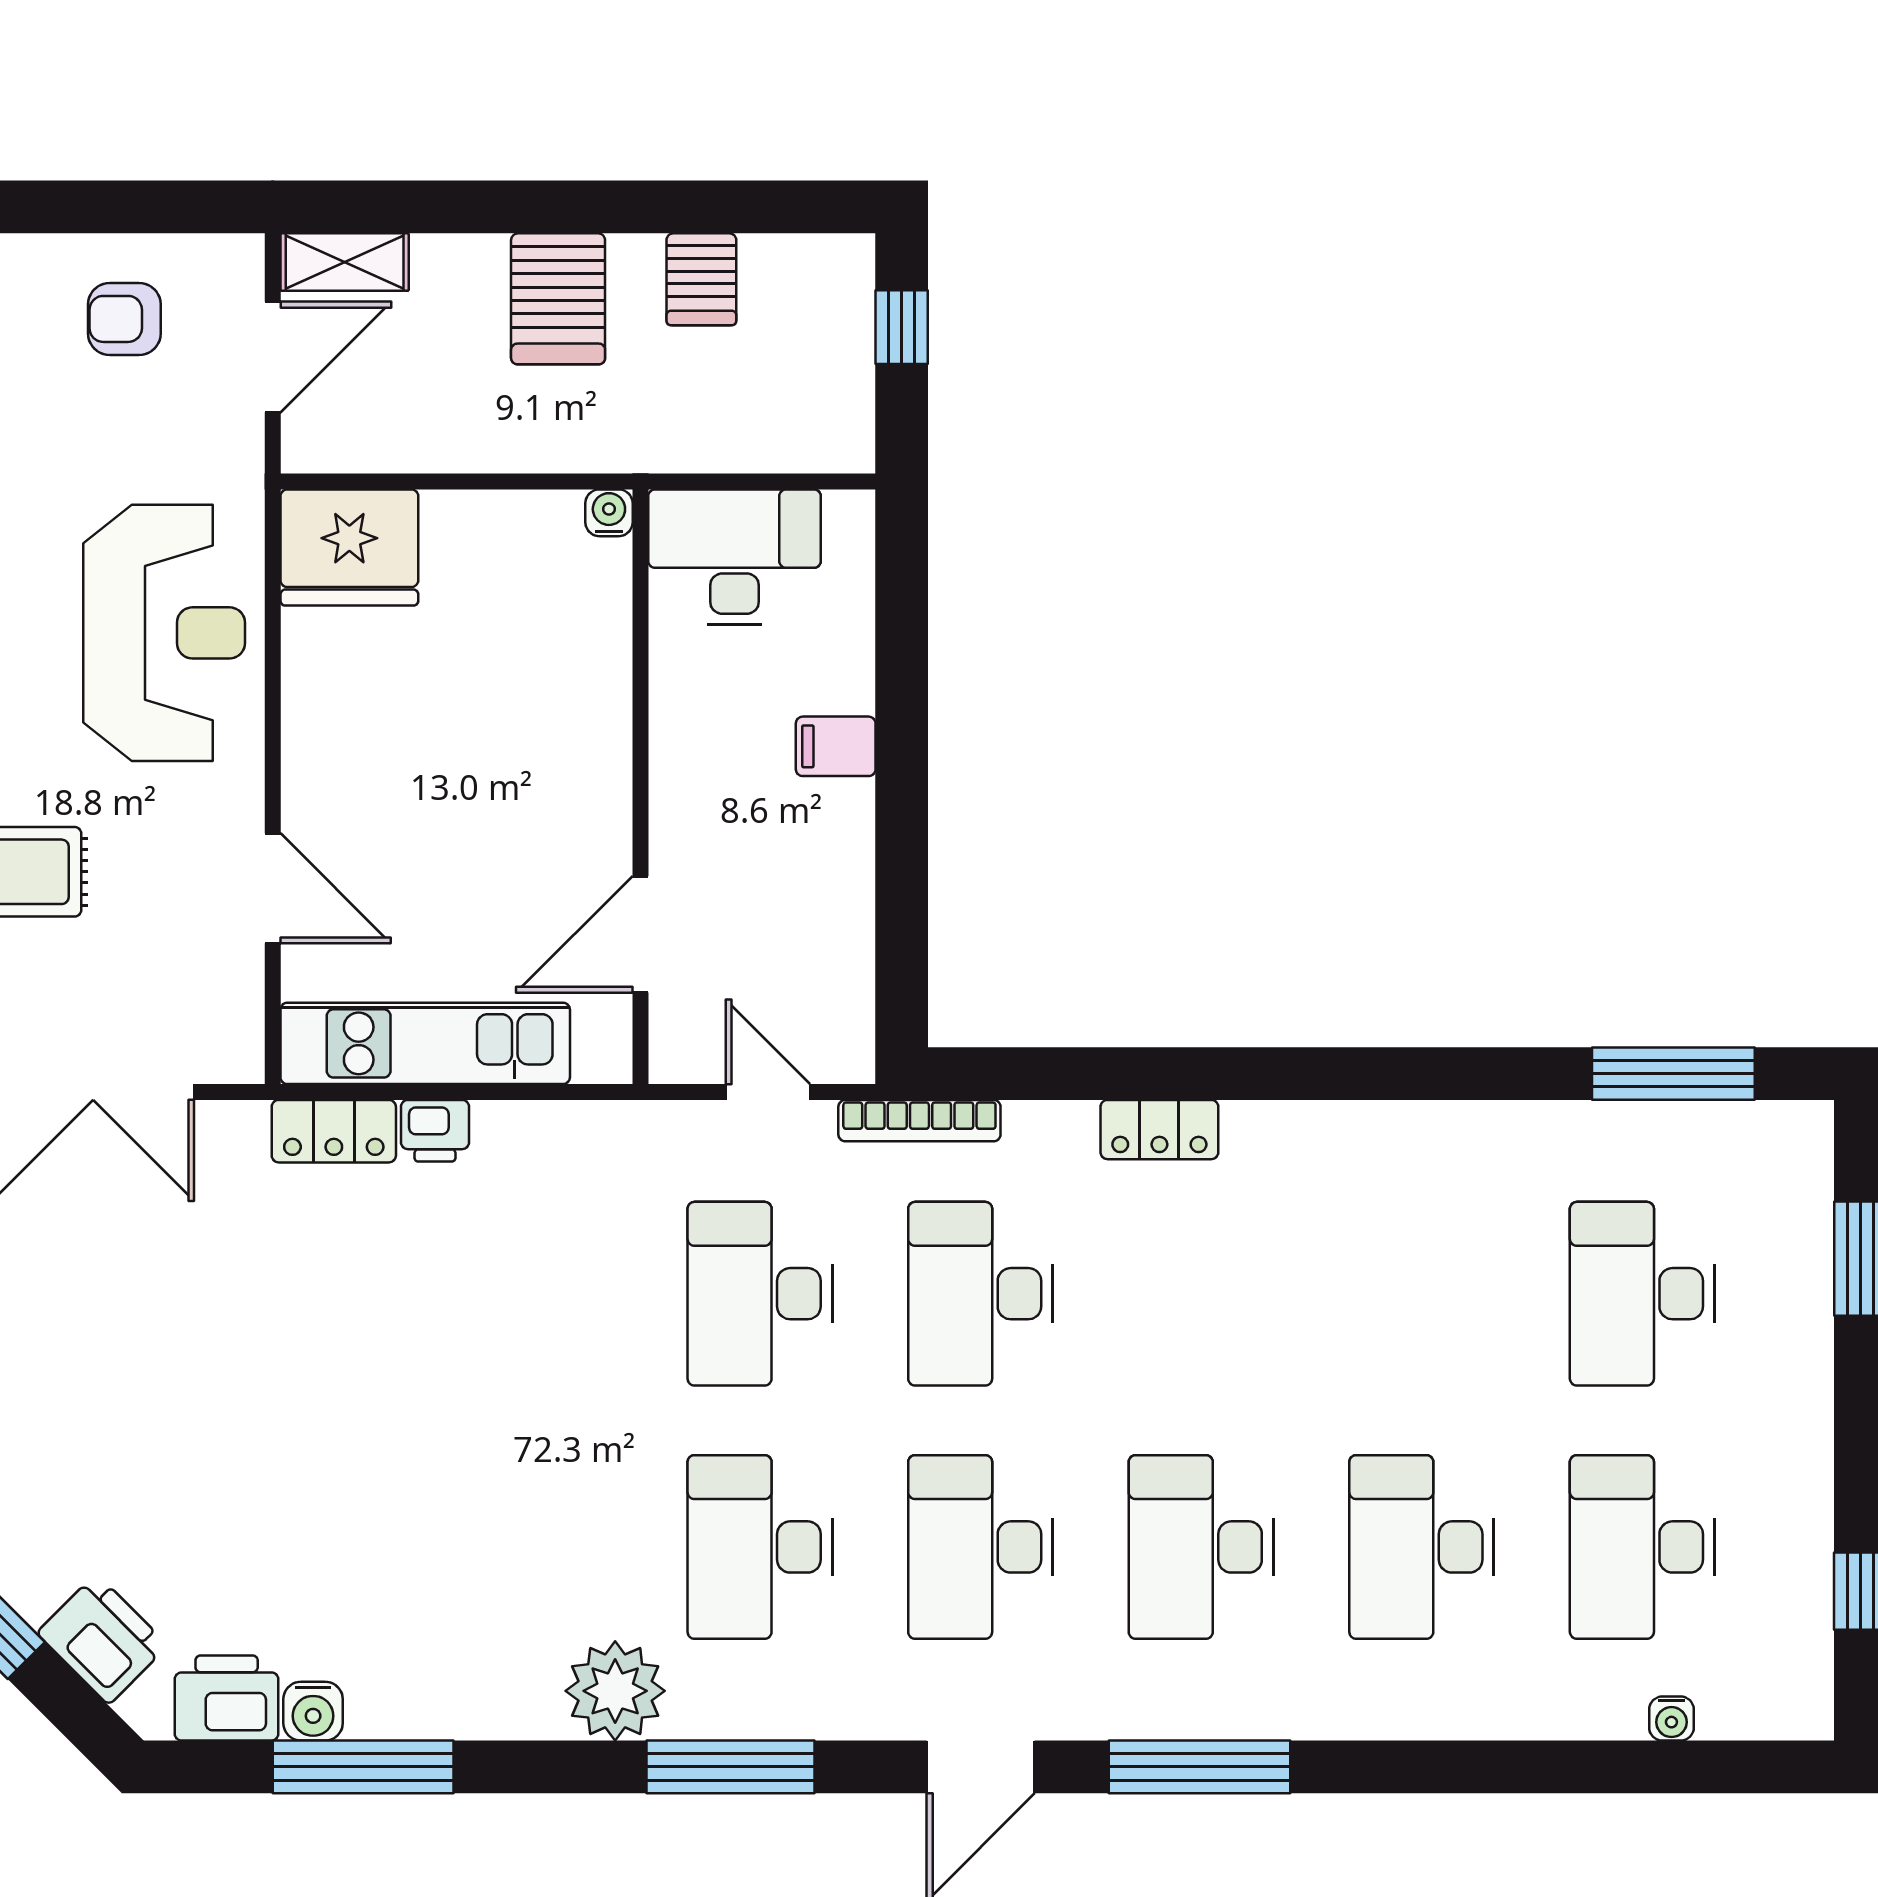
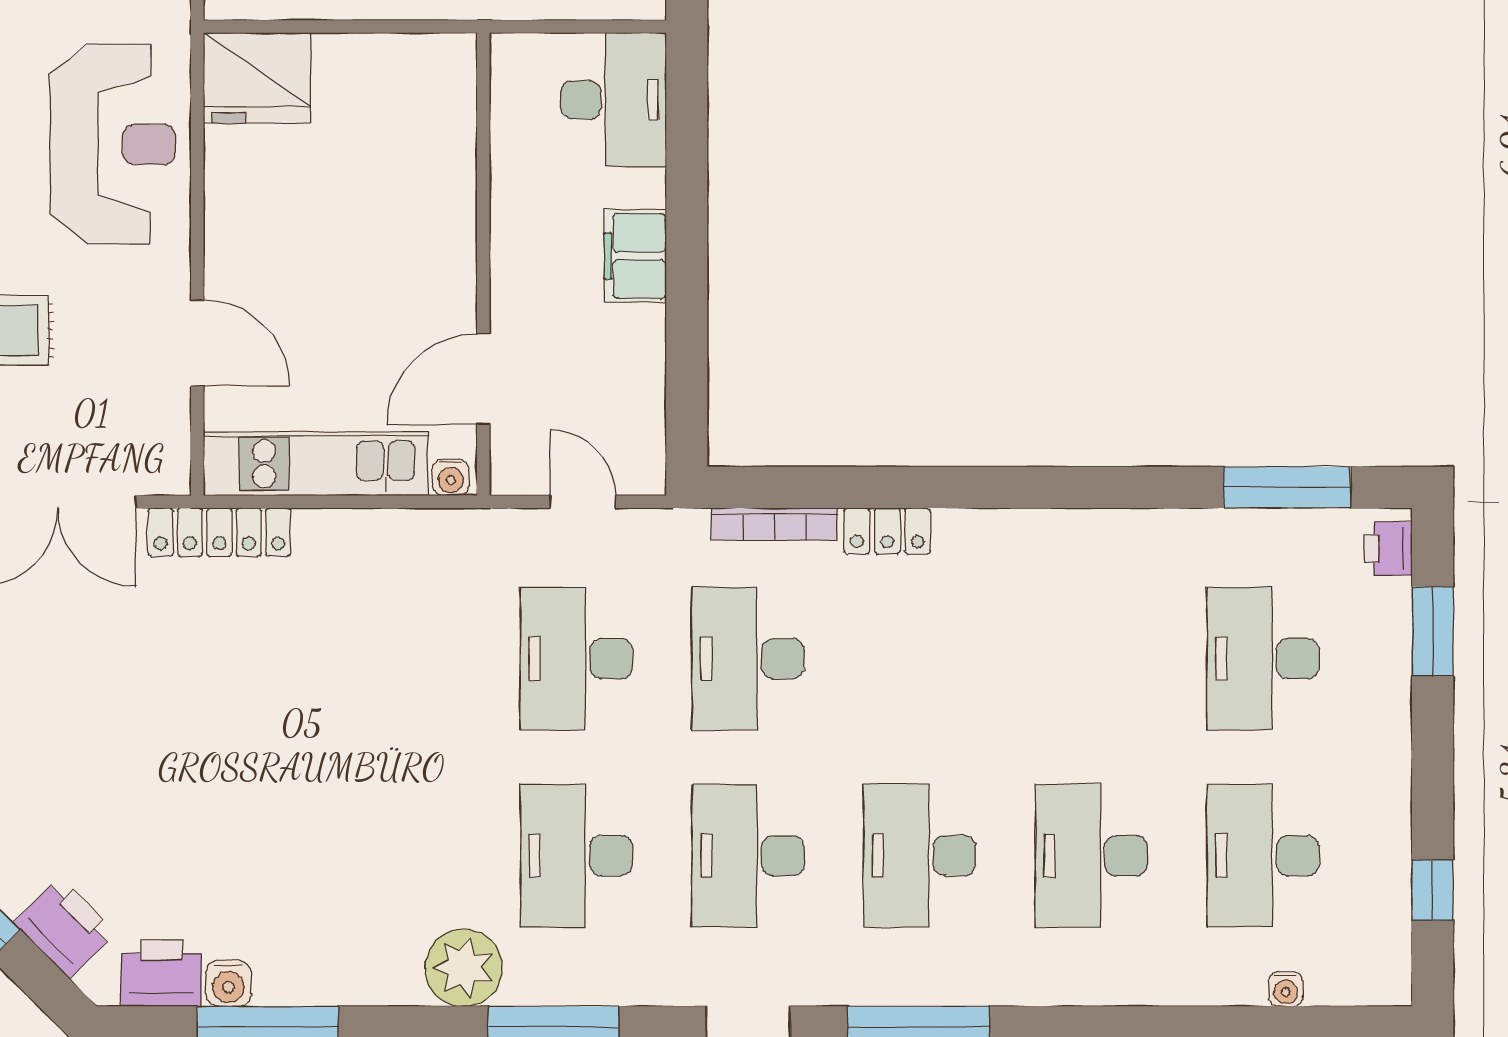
water cooler: (609, 513) -> (451, 477), moved, turned 180
desk: (735, 557) -> (614, 100), moved, turned 90
filing cabinet: (836, 746) -> (635, 256), width x2.00
bookcase: (919, 1121) -> (774, 524), moved
locker: (334, 1131) -> (219, 532), width x1.53
printer: (435, 1131) -> (1388, 548), moved, turned 90

